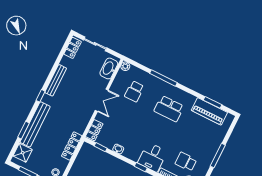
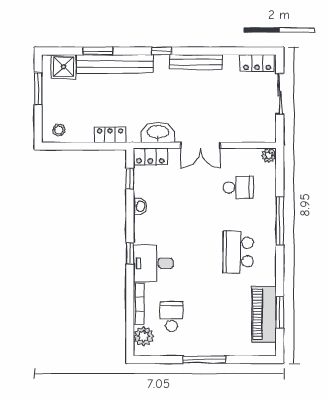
washbasin: (109, 68) -> (158, 132), moved
school desk: (134, 91) -> (238, 187), turned 180
locker: (72, 146) -> (110, 135), width x0.66

